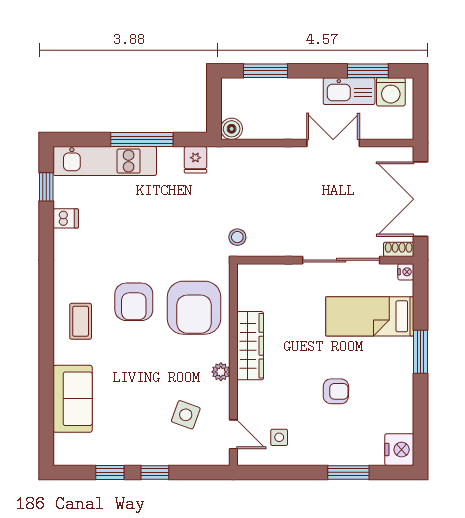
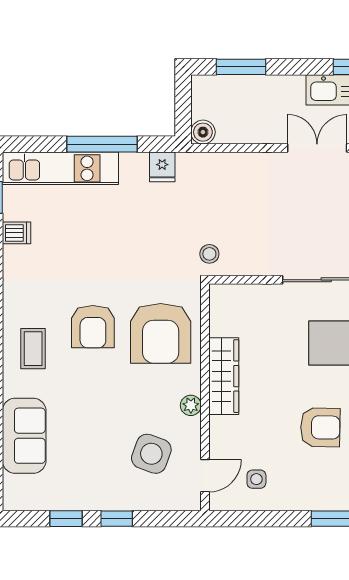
armchair: (336, 391) -> (320, 427), width x1.38, depth x1.38
side table: (186, 415) -> (151, 454), width x1.37, depth x1.37
door: (233, 434) -> (205, 476), hinge flipped

